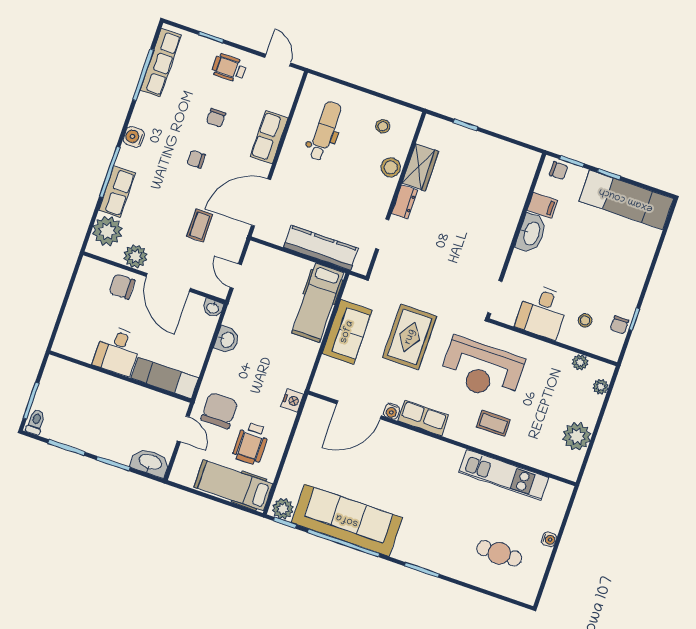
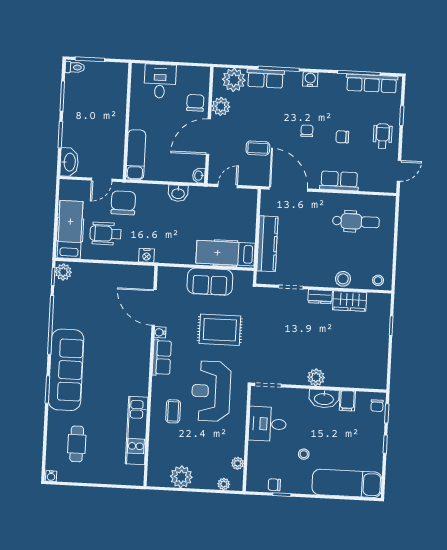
stool: (383, 126) -> (378, 280), moved
exam couch: (626, 200) -> (347, 483), moved, turned 90
plant: (502, 235) -> (316, 377), added
stool: (585, 320) -> (304, 454), moved
desk: (117, 351) -> (160, 81), moved, turned 90
chair: (219, 410) -> (123, 203), turned -90
sofa: (347, 520) -> (66, 370), moved
water cooler: (549, 539) -> (51, 476), moved

